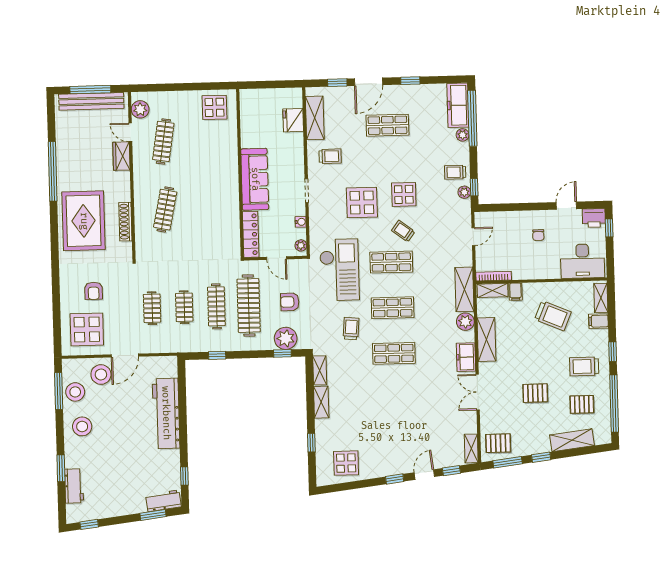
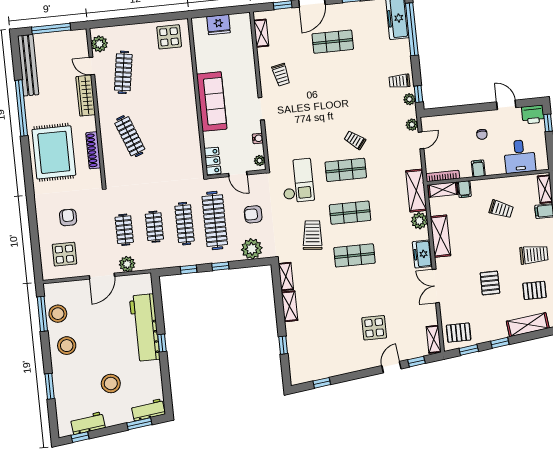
bench: (91, 101) -> (28, 65), moved, turned 90
shelving: (315, 118) -> (261, 33), width x0.67, depth x0.75
fridge: (293, 120) -> (219, 25), moved, turned -90
plant: (463, 135) -> (412, 125), moved
wardrobe: (121, 156) -> (86, 96), width x1.50
trolley: (330, 156) -> (281, 75), turned 78
display table: (404, 194) -> (353, 106), removed
display table: (362, 202) -> (314, 116), removed
door: (566, 206) -> (506, 105), hinge flipped
clothes rail: (165, 210) -> (130, 136), turned -33
locker: (251, 234) -> (213, 161), width x0.66
desk: (582, 261) -> (520, 156), width x0.73
checkout: (339, 270) -> (297, 181), width x0.73, depth x0.83
filing cabinet: (532, 271) -> (478, 168), added
armchair: (94, 291) -> (68, 217), turned 180
trolley: (553, 316) -> (501, 209), width x0.73, depth x0.72
display table: (87, 329) -> (64, 254), width x0.73, depth x0.73
trolley: (351, 329) -> (313, 235), width x1.36, depth x1.39
plant: (152, 345) -> (127, 264), added
window: (282, 353) -> (220, 266), moved
trolley: (584, 366) -> (534, 255), turned 180
stool: (101, 375) -> (111, 383), moved
pallet: (535, 393) -> (490, 283), turned 90
window: (508, 462) -> (469, 350), width x0.67
display table: (346, 463) -> (374, 328), moved
window: (184, 476) -> (162, 343), moved
window: (395, 479) -> (322, 383), moved
workbench: (74, 486) -> (88, 423), moved, turned -97

